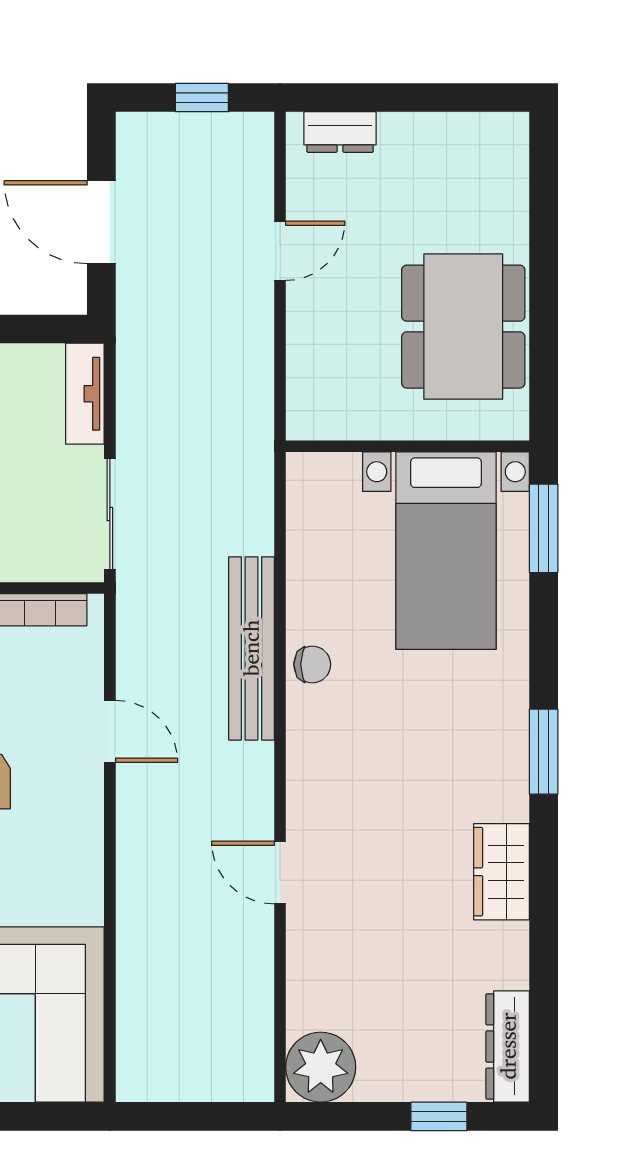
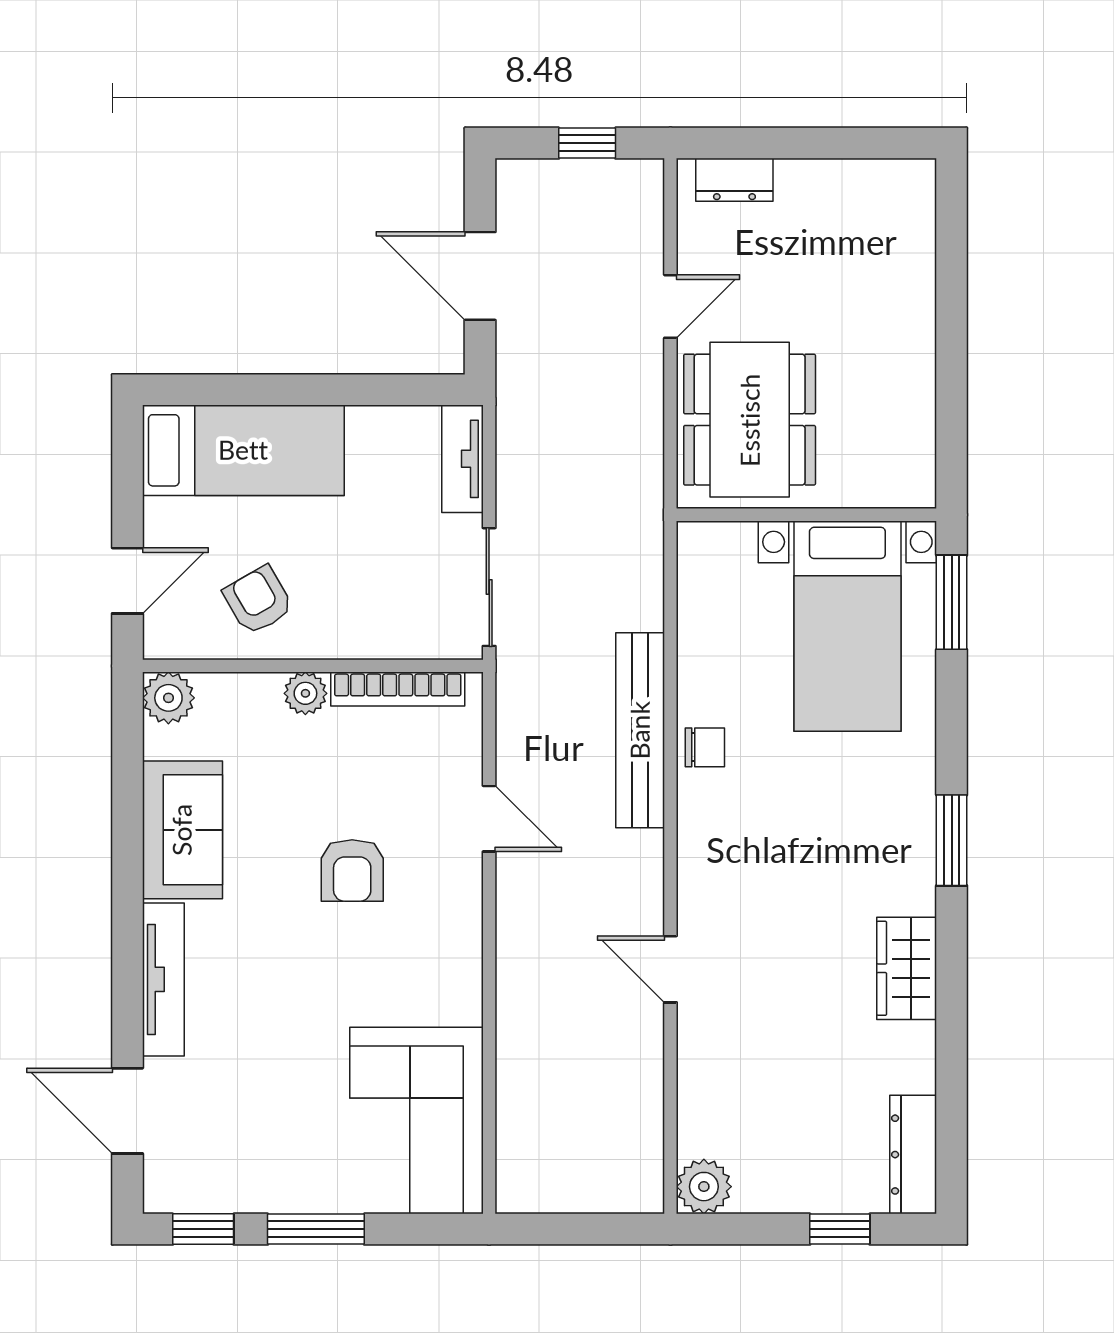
dining table: (463, 327) -> (750, 420), moved
plant: (321, 1067) -> (704, 1187), width x0.73, depth x0.73

